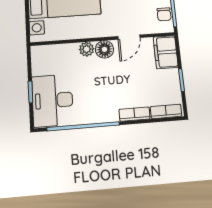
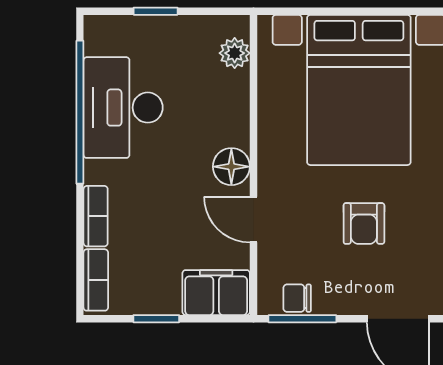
plant: (87, 49) -> (235, 53), moved
desk: (53, 100) -> (123, 108), moved, turned -90

